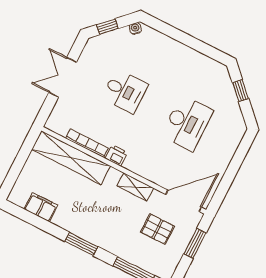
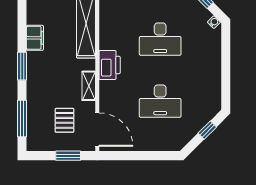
desk: (125, 91) -> (160, 39), width x1.37
bookcase: (87, 143) -> (104, 30), removed
printer: (116, 155) -> (110, 65), width x1.87, depth x1.48
filing cabinet: (41, 207) -> (35, 38), moved

